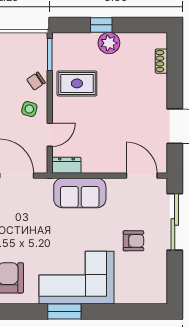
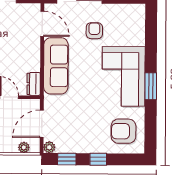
door: (142, 176) -> (42, 24), swing flipped
sofa: (80, 193) -> (56, 66), width x1.36

